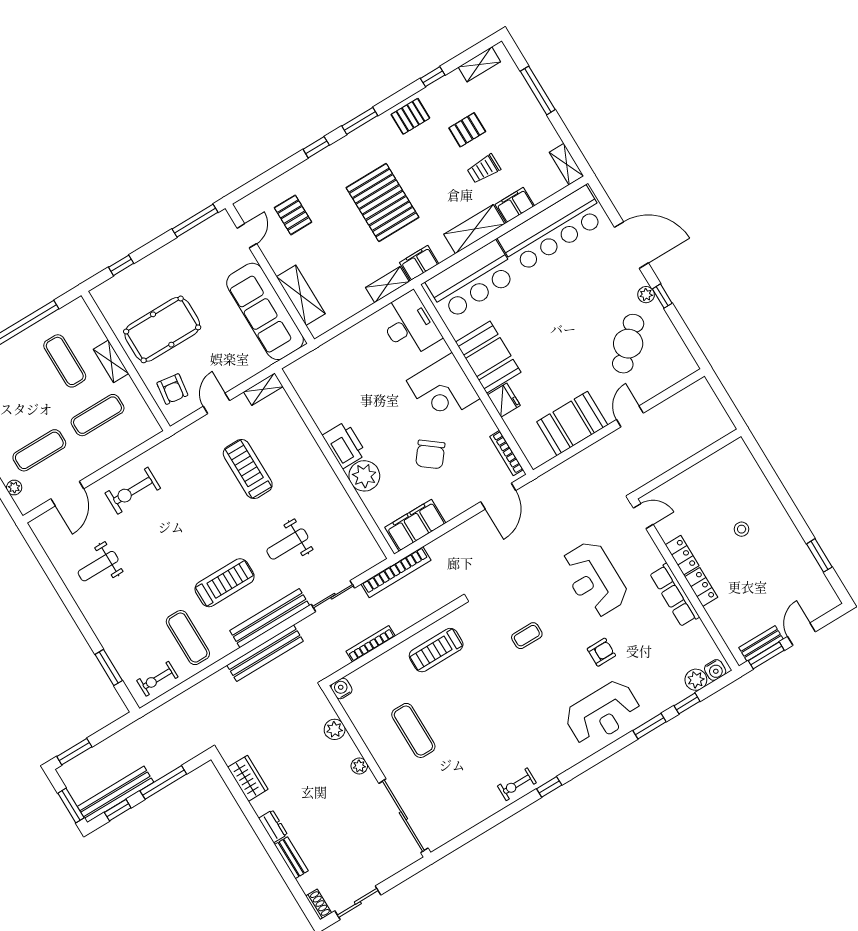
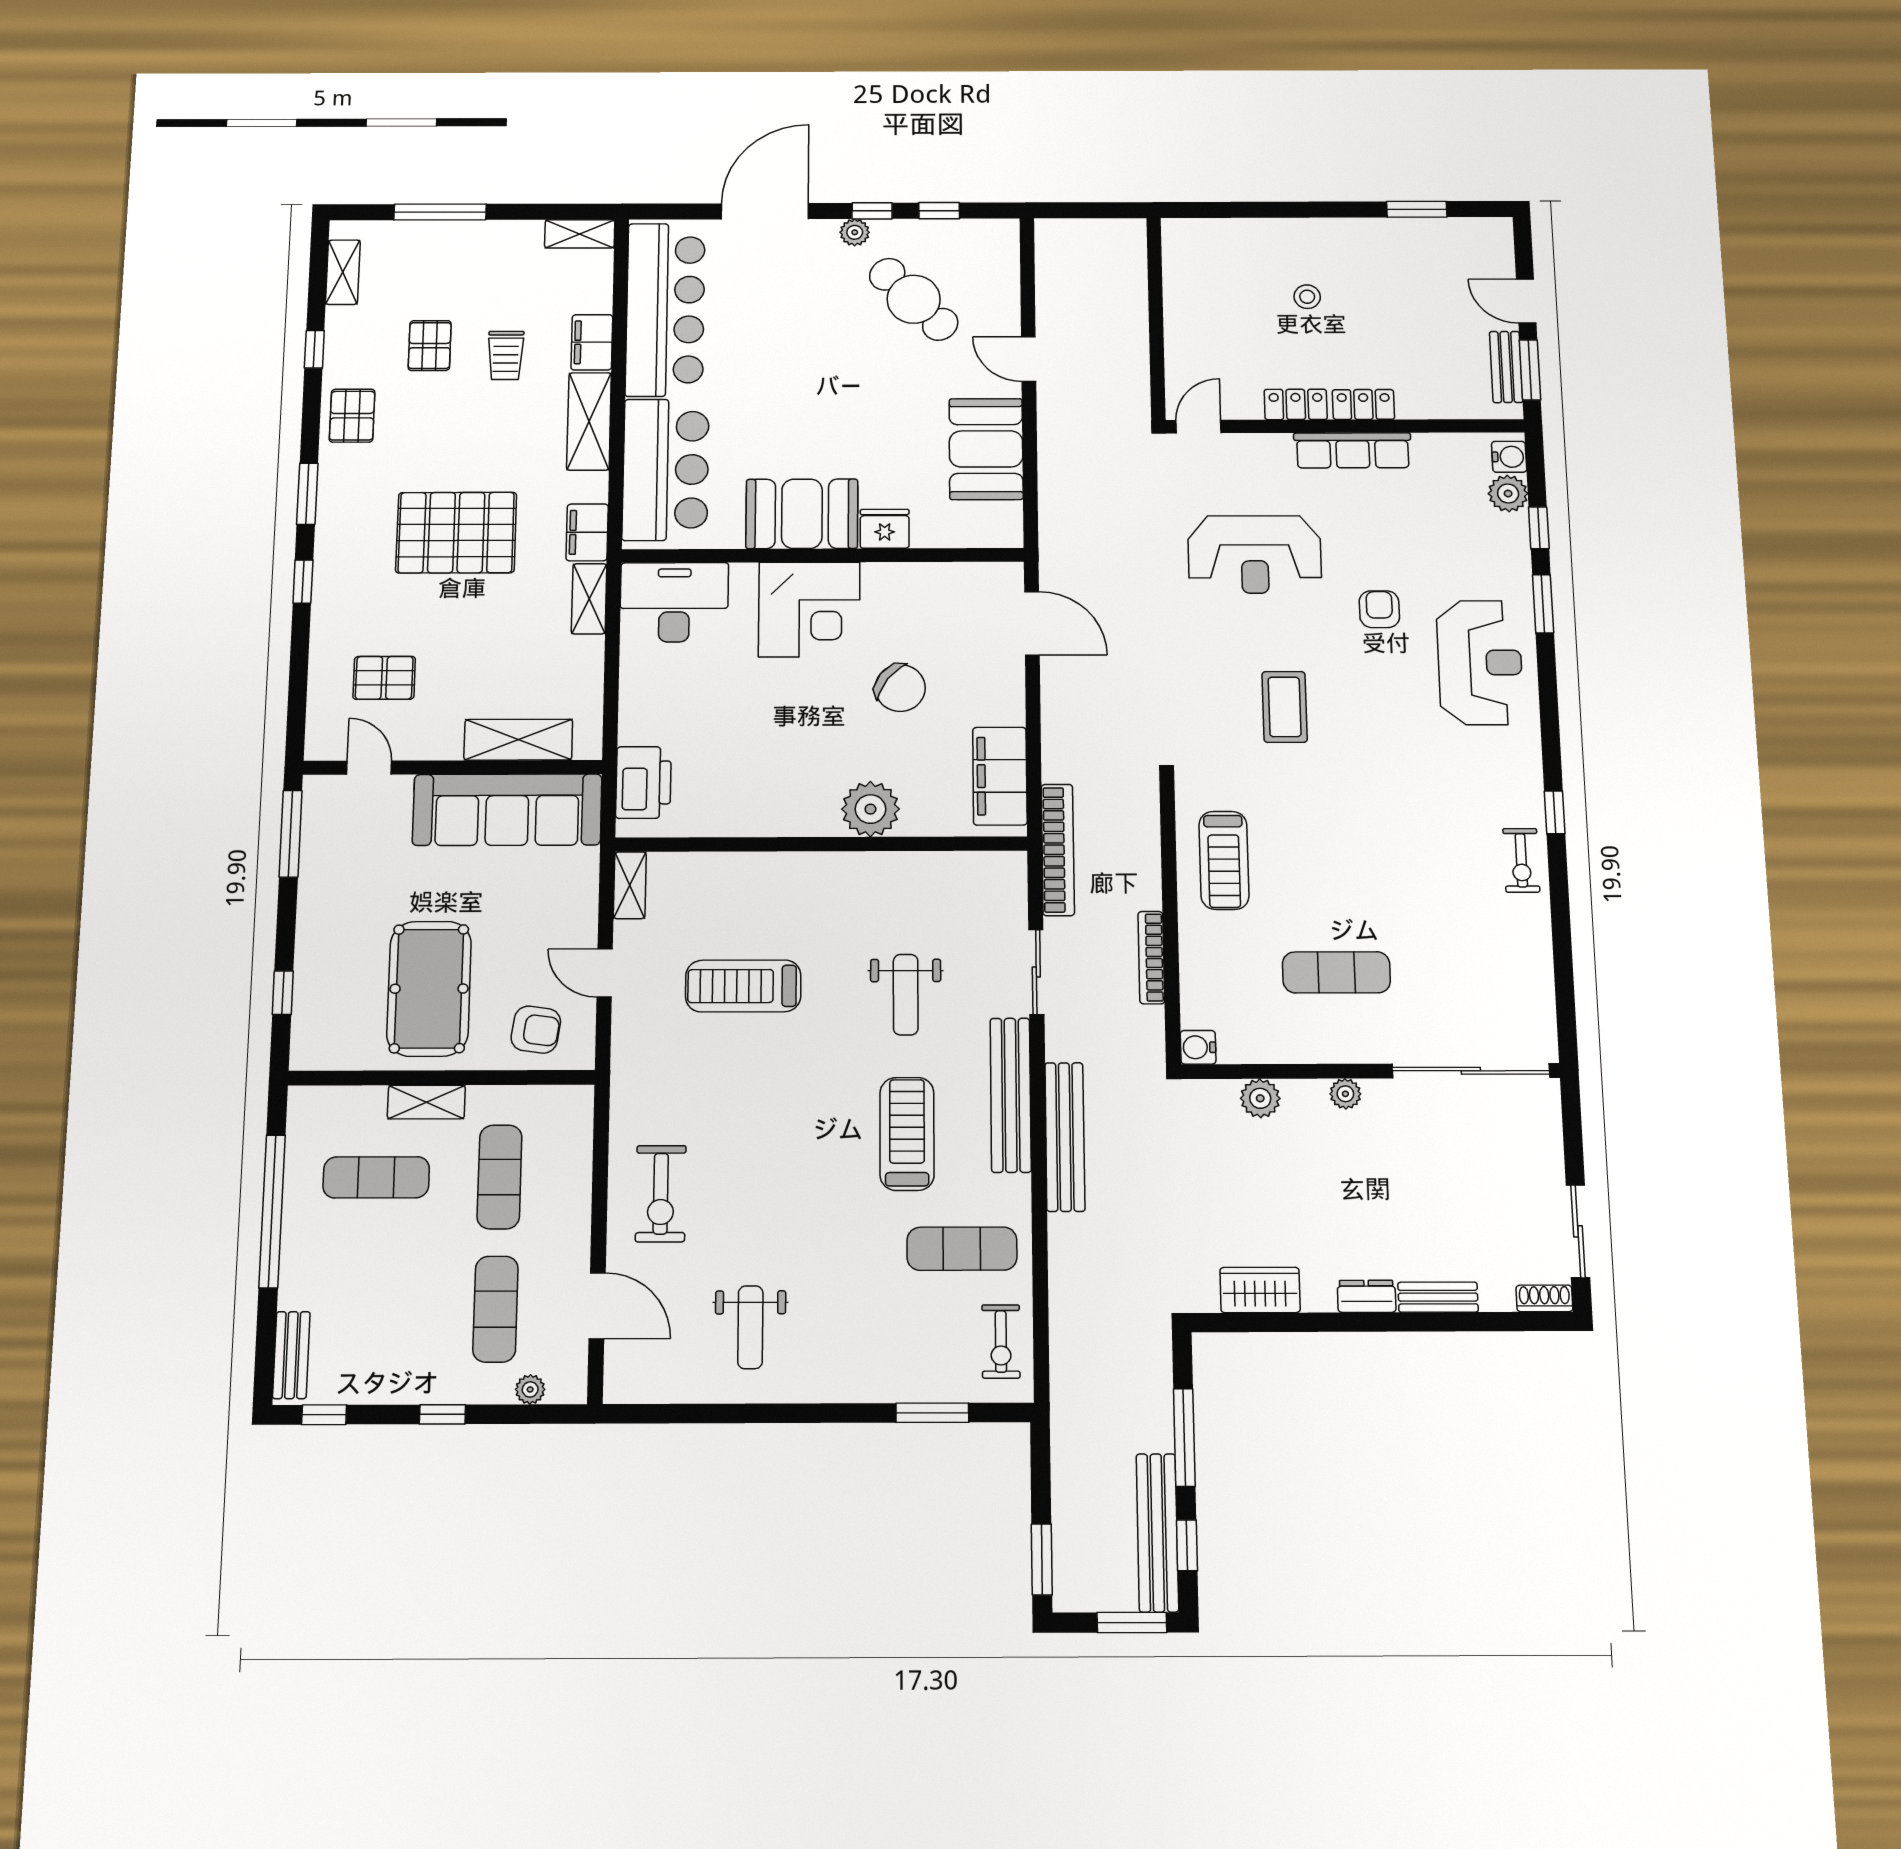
window: (682, 328) -> (939, 211), added
printer: (344, 445) -> (643, 782), moved, turned 90
bookcase: (507, 453) -> (971, 572), removed
coffee table: (527, 636) -> (1285, 707), width x1.36, depth x1.30

